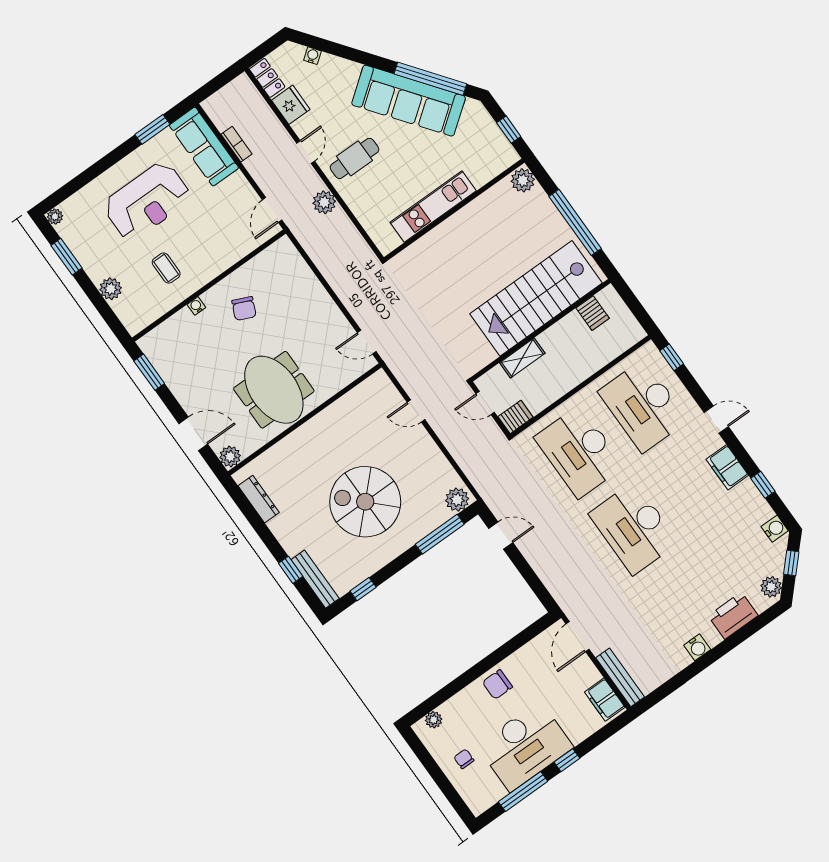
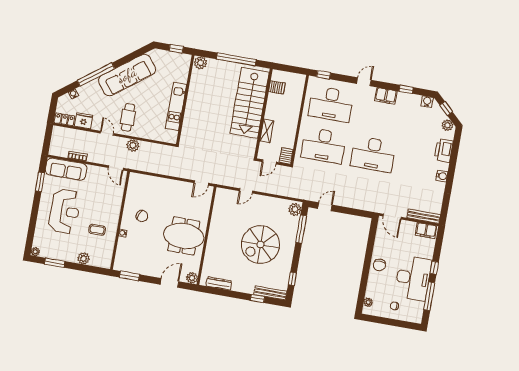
window: (430, 79) -> (96, 74), moved

